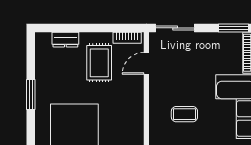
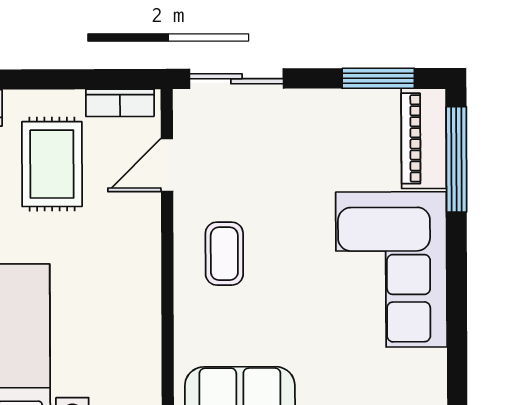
coffee table: (184, 114) -> (224, 254), moved, turned 90

